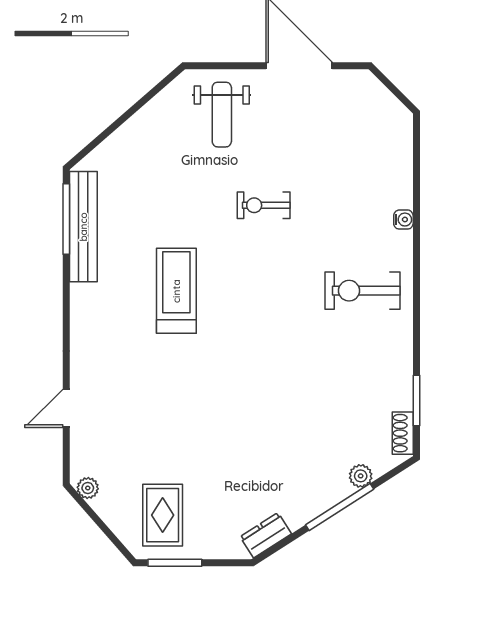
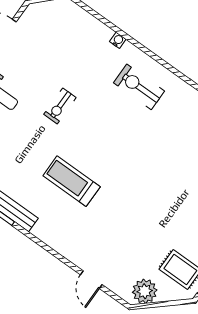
exercise bike: (362, 291) -> (139, 87), turned 90
plant: (88, 488) -> (145, 291), width x1.88, depth x1.88

